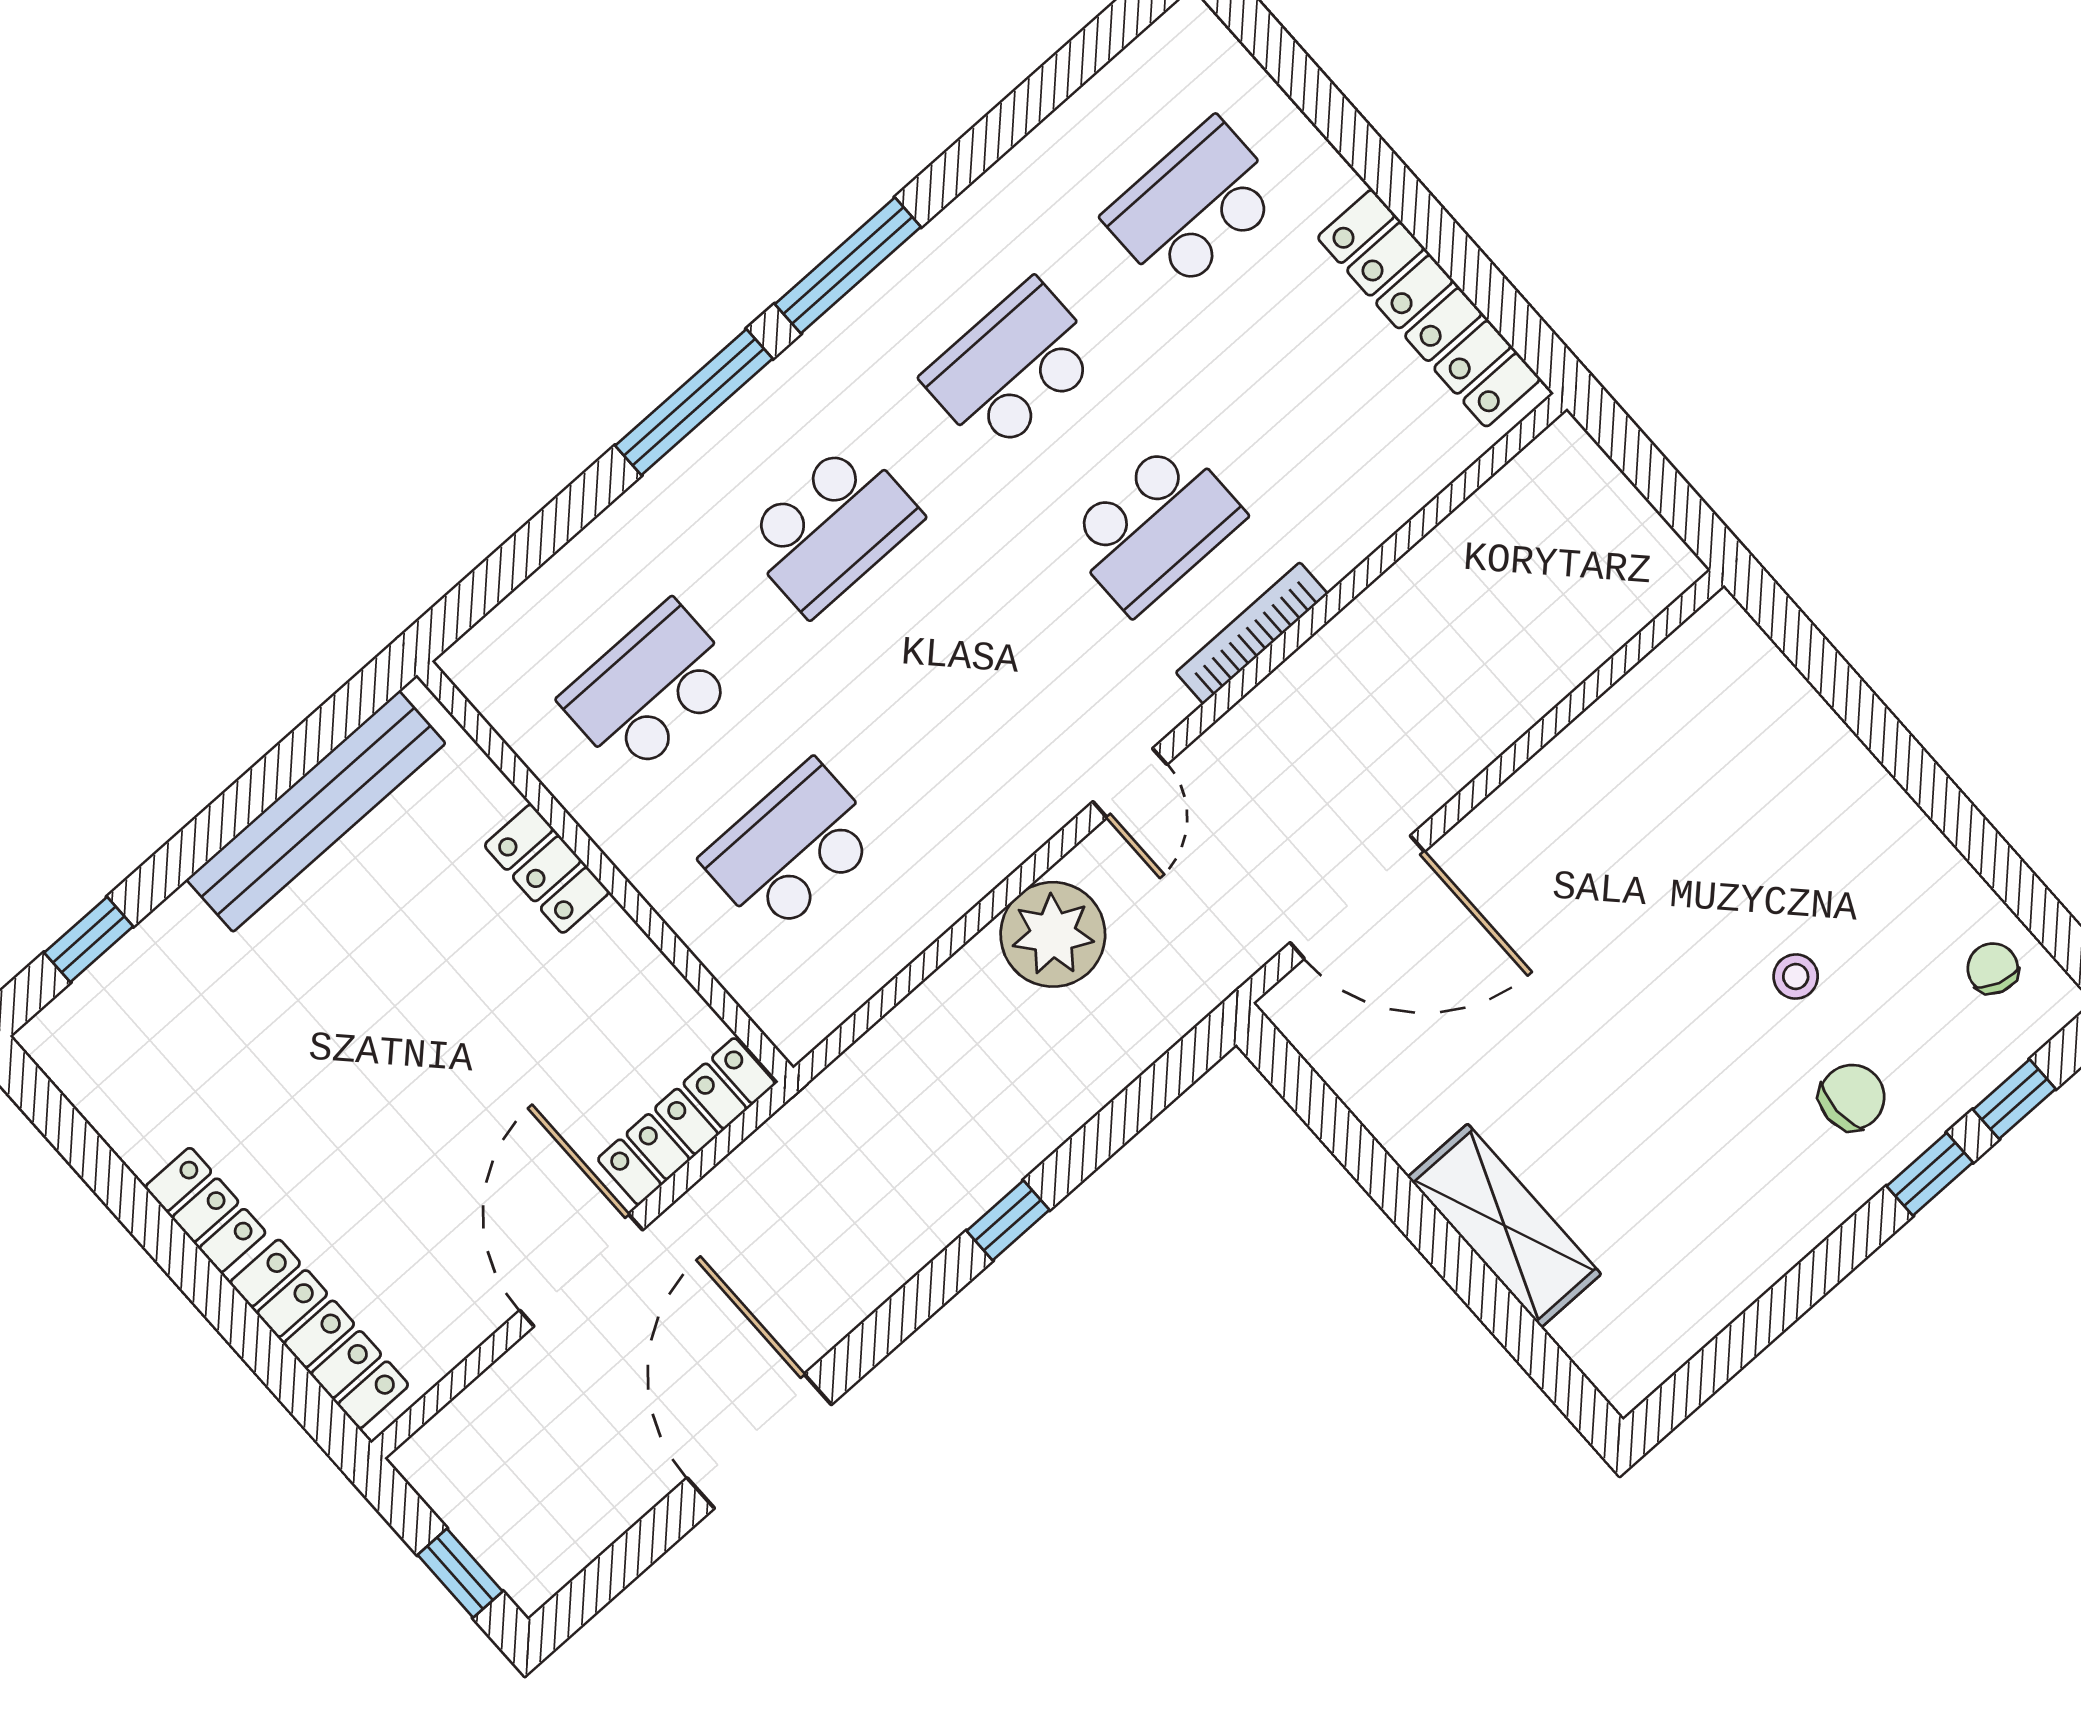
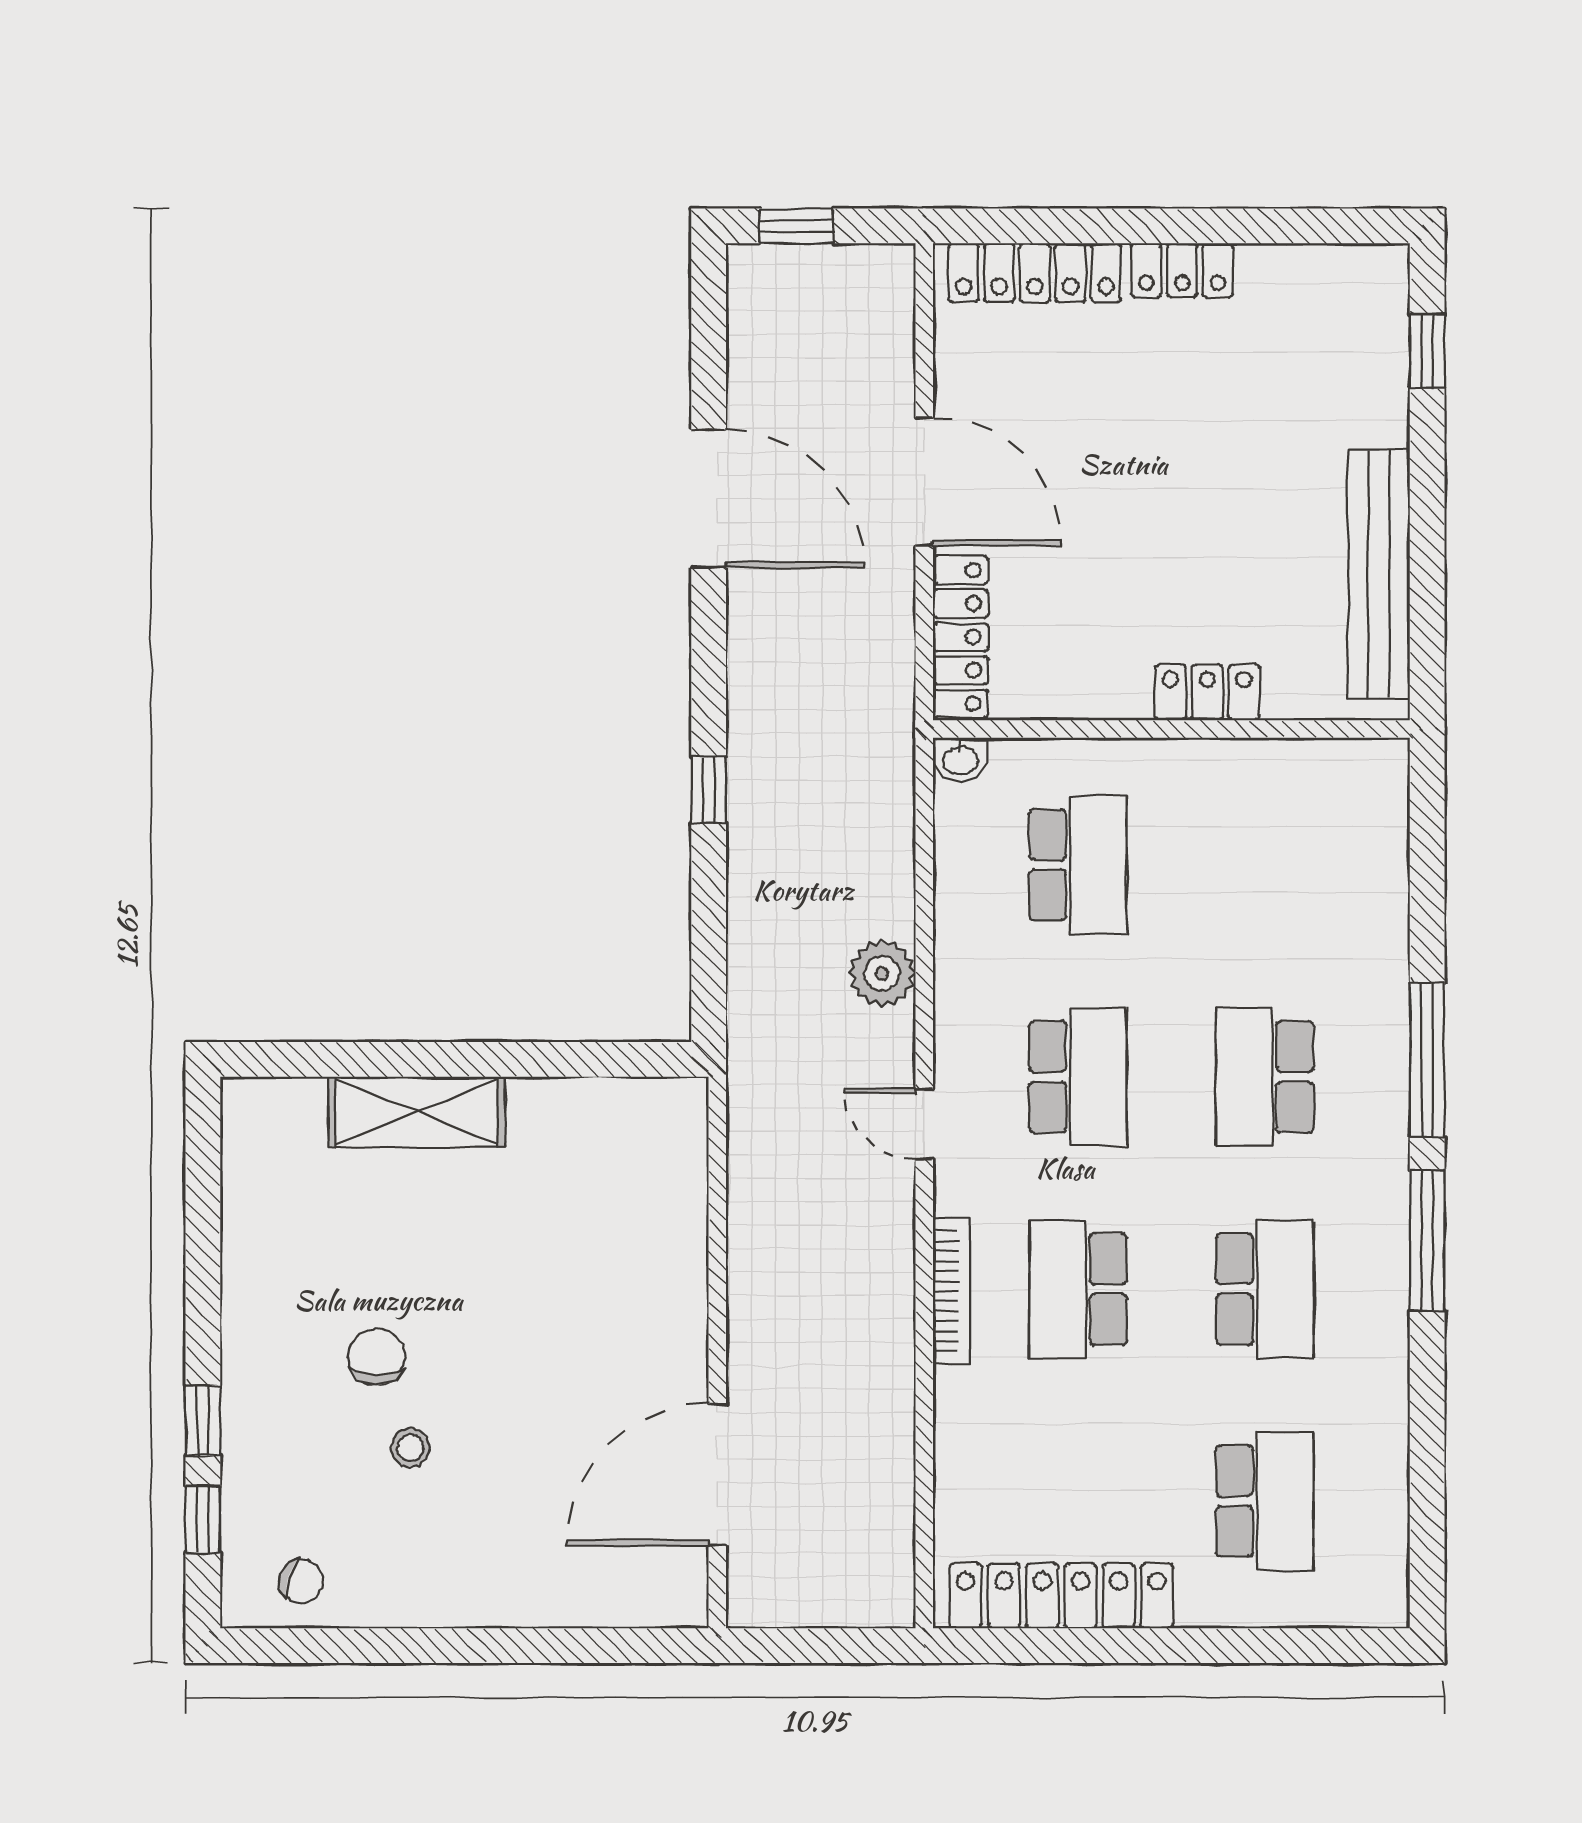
school desk: (650, 689) -> (1078, 1077), moved
door: (1357, 897) -> (717, 1475), moved
plant: (1053, 934) -> (882, 973), width x0.73, depth x0.73
washbasin: (791, 1029) -> (960, 760), added
chair: (1852, 1097) -> (376, 1357), moved, turned 180

